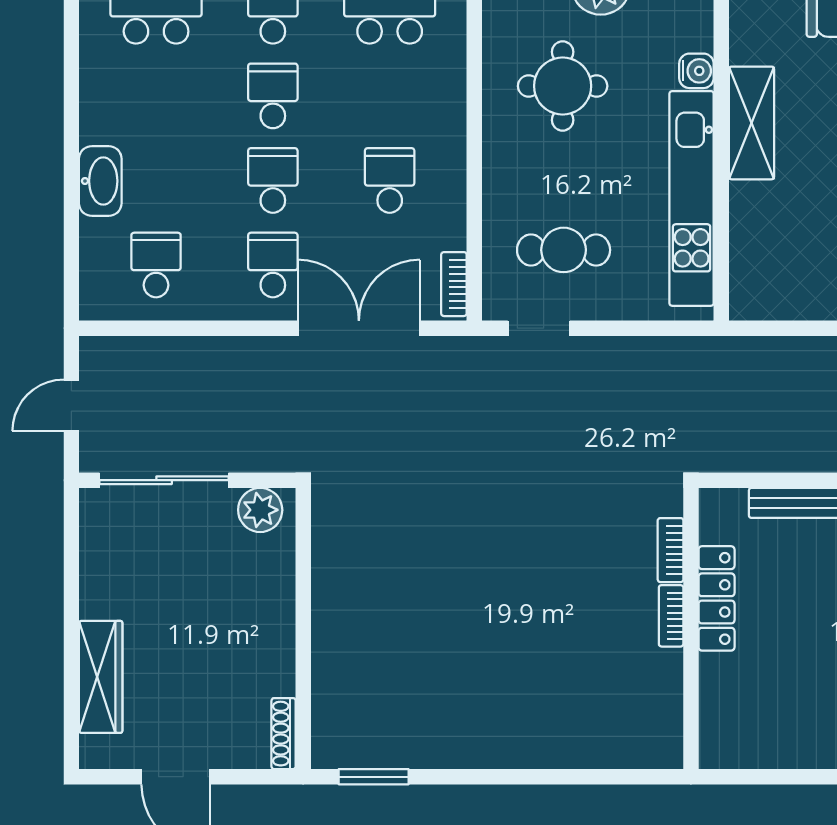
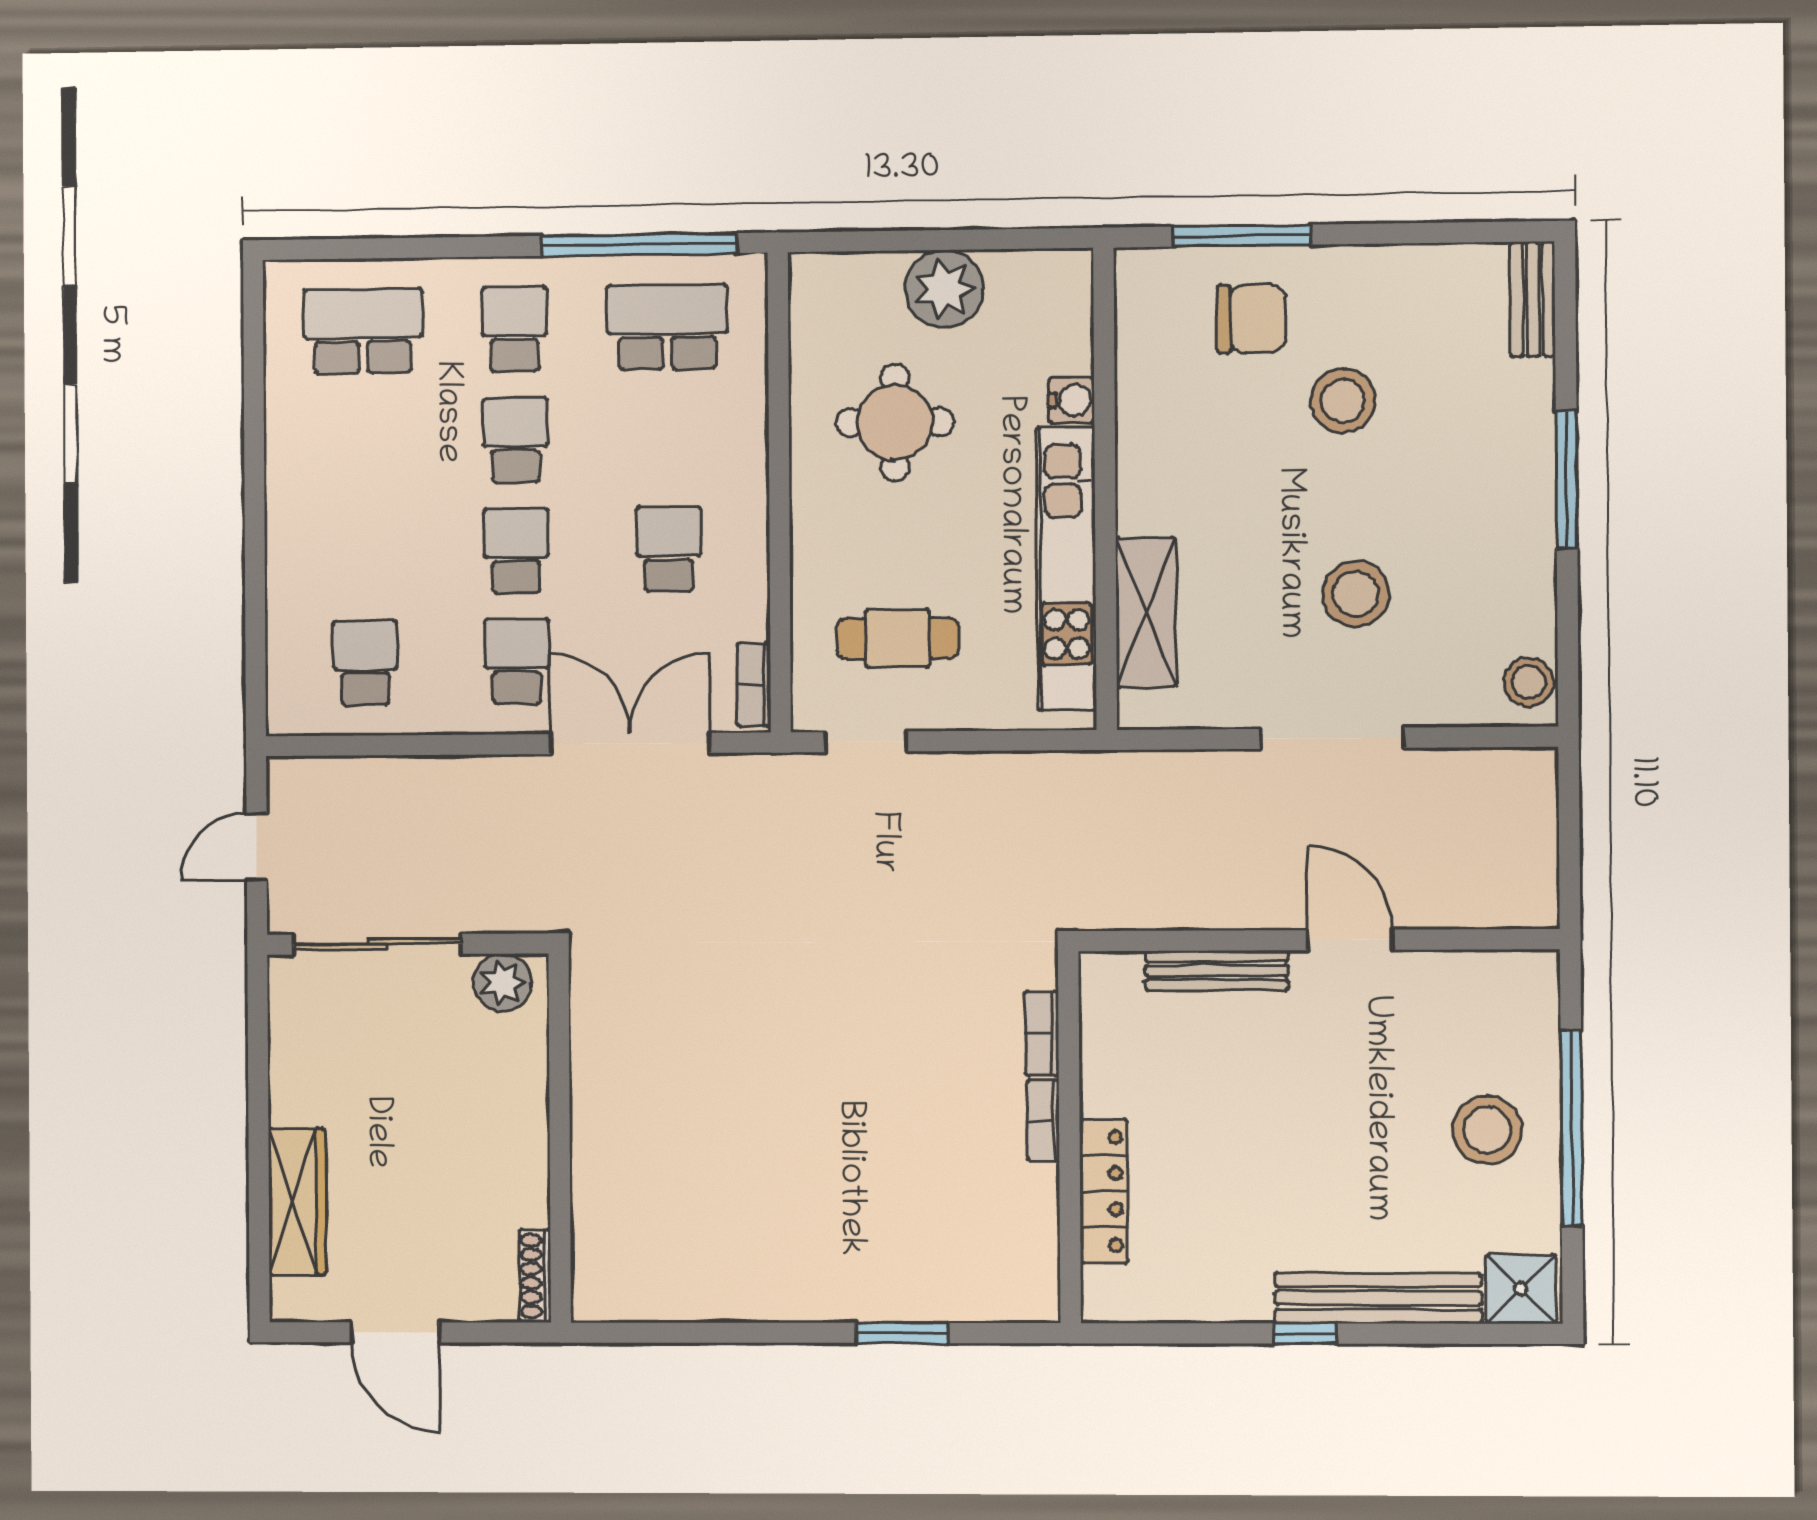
shelving: (752, 123) -> (1146, 612), moved
washbasin: (100, 181) -> (292, 554), removed
locker: (717, 598) -> (1104, 1191), moved
window: (374, 777) -> (902, 1333), moved

